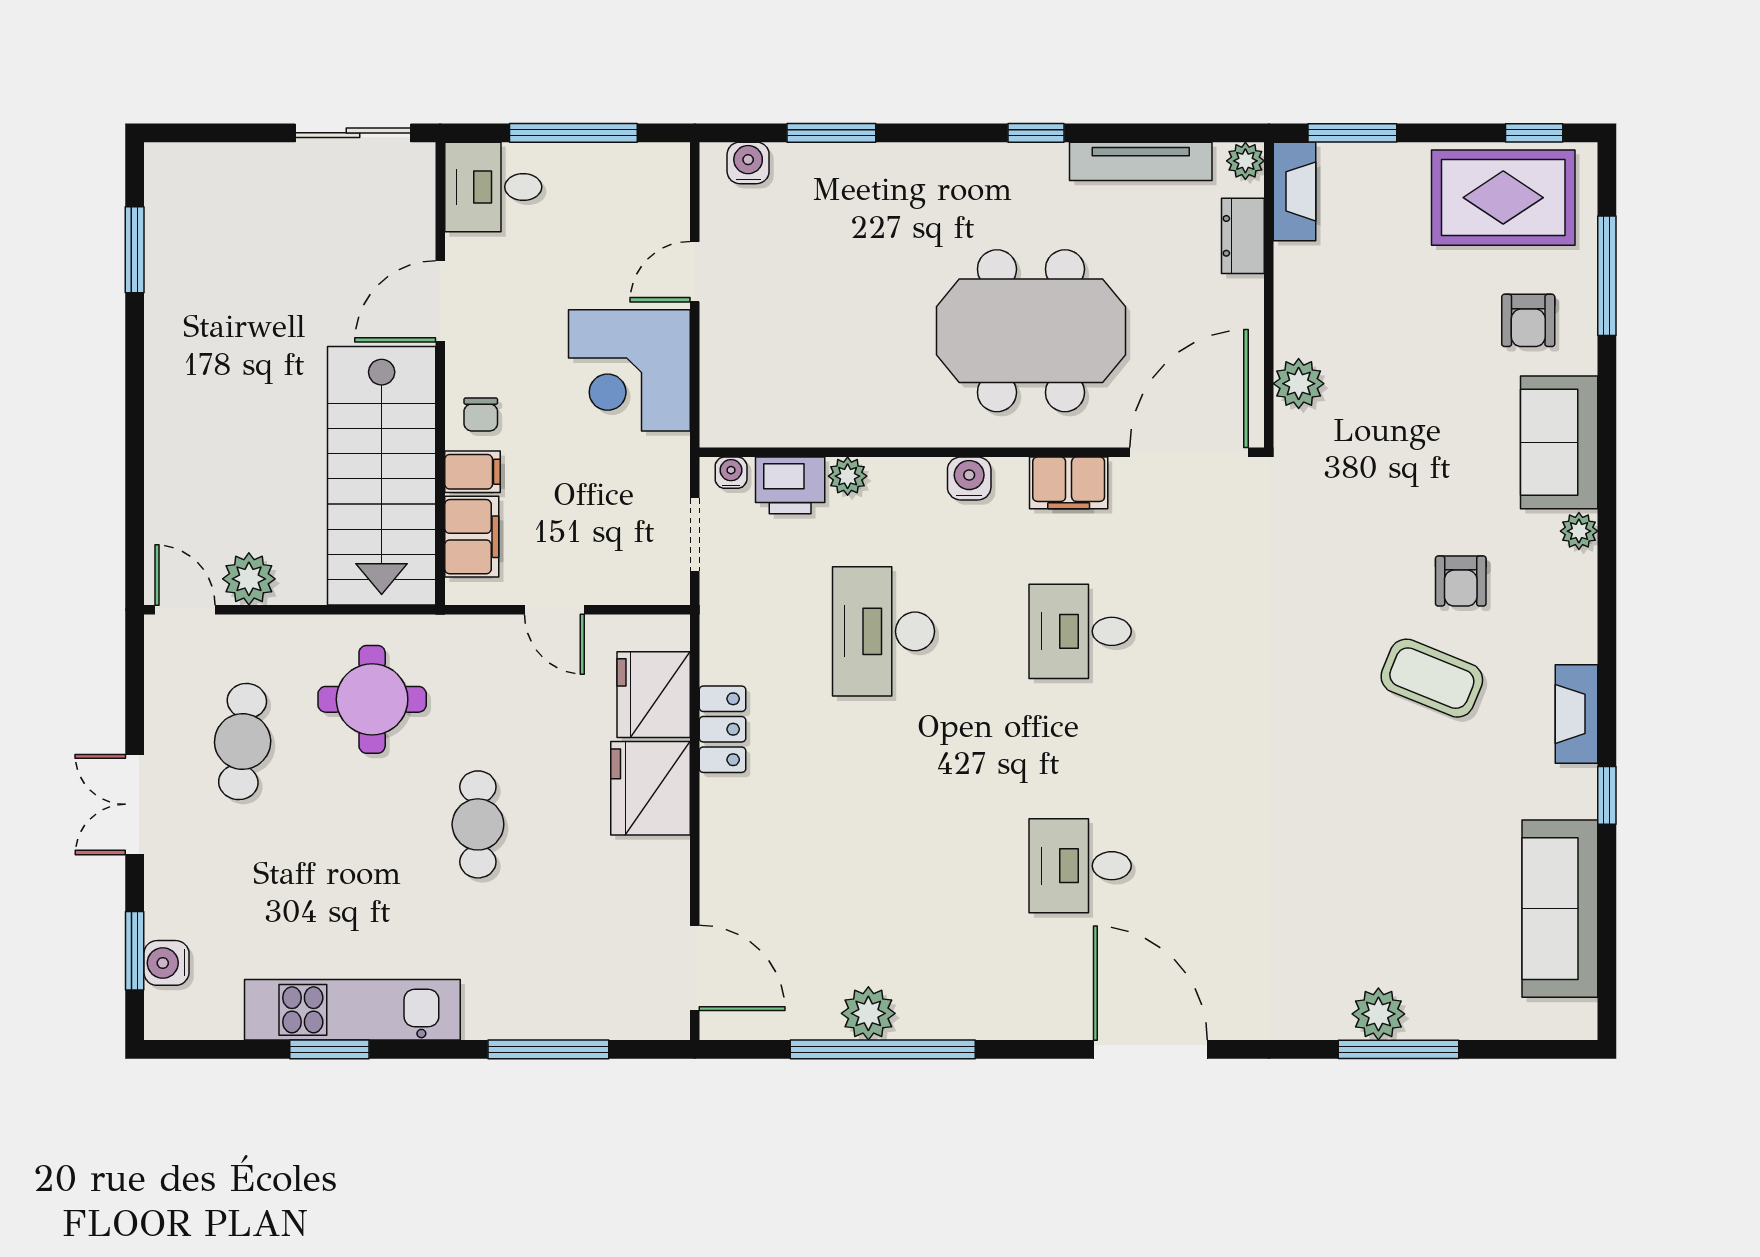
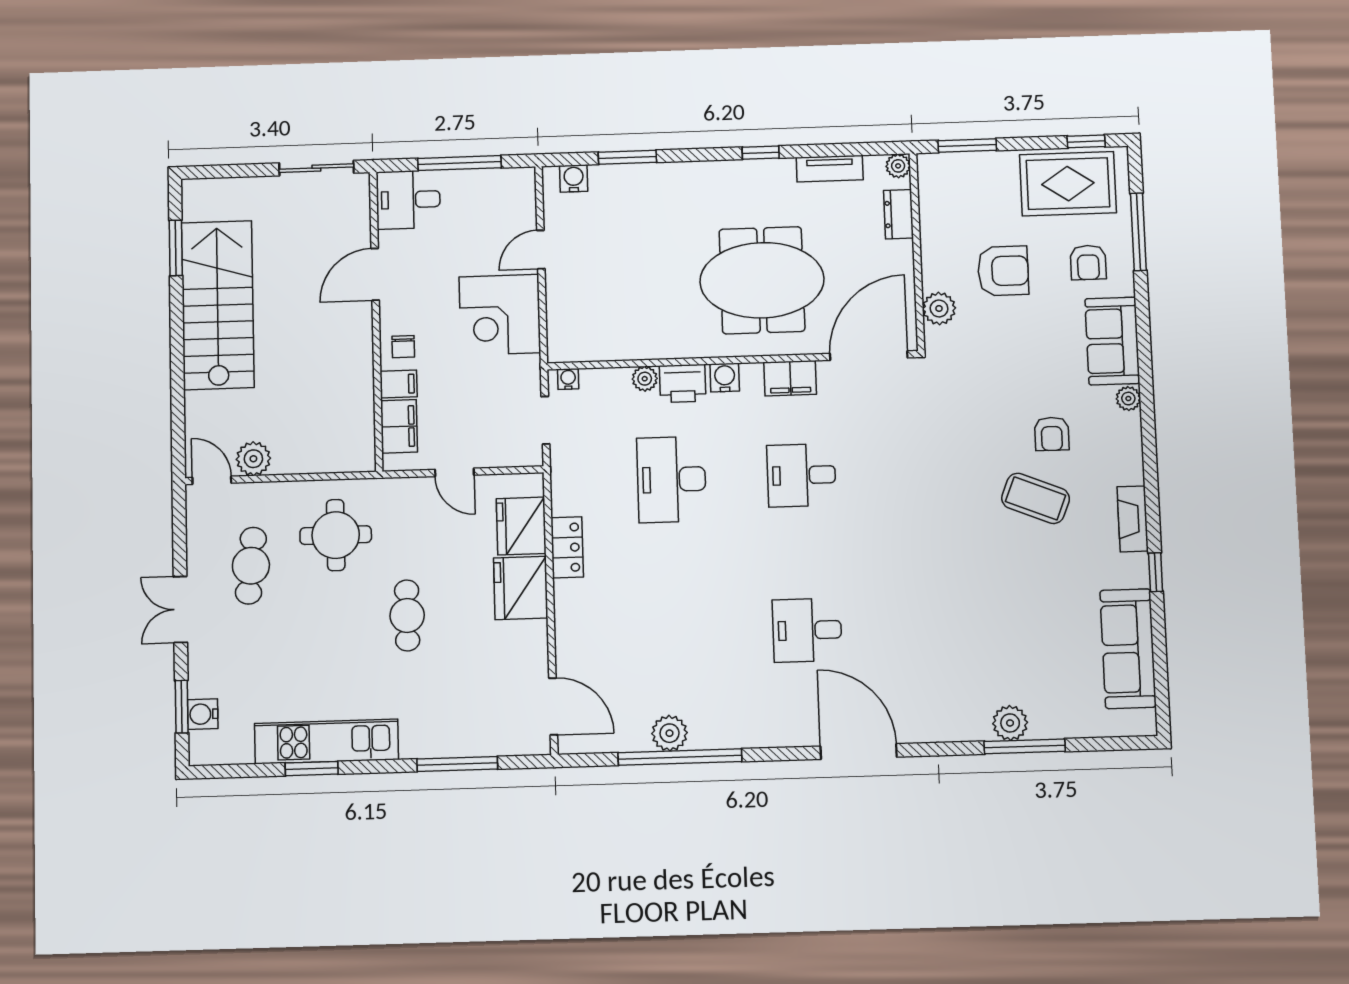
tv unit: (1141, 161) -> (830, 169), width x0.71
fireplace: (1295, 191) -> (931, 184), removed
armchair: (1398, 329) -> (1003, 271), added
stairs: (382, 476) -> (218, 305), moved, turned 180
printer: (790, 485) -> (683, 383), moved

